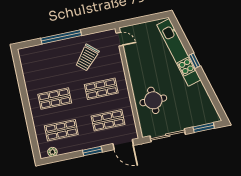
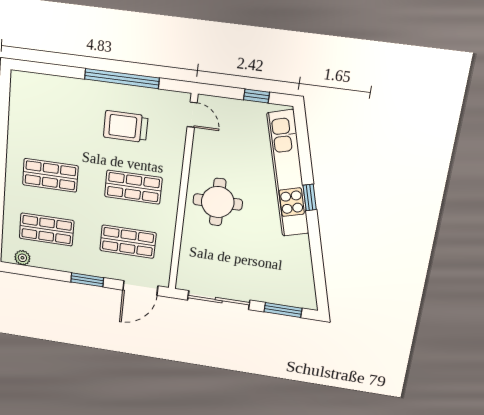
window: (149, 18) -> (257, 96), added
window: (61, 37) -> (122, 79), moved
trolley: (87, 58) -> (126, 127), turned 49
round table: (153, 100) -> (218, 202), moved
door: (123, 145) -> (140, 288), hinge flipped

